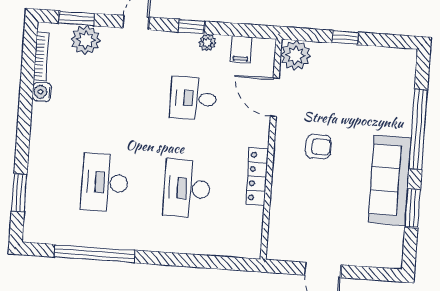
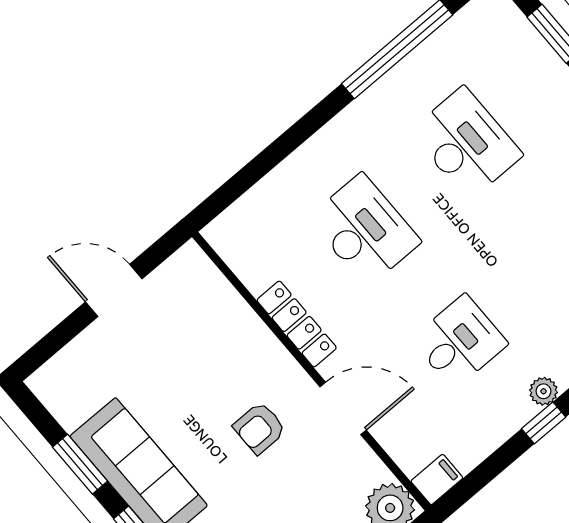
plant: (207, 43) -> (543, 391), moved
filing cabinet: (241, 49) -> (437, 480), moved, turned 90
door: (275, 97) -> (343, 408), moved

